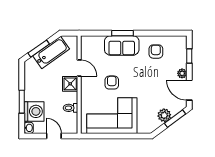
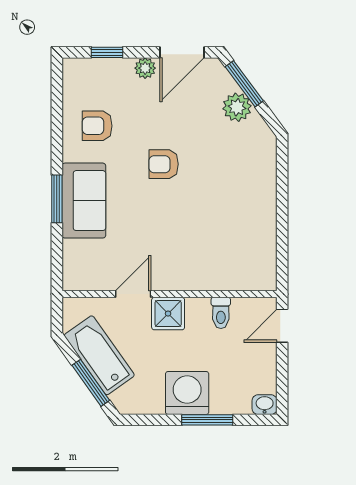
armchair: (112, 83) -> (164, 164), moved
washing machine: (34, 111) -> (187, 393), moved
corner sofa: (112, 116) -> (238, 222), removed
door: (54, 136) -> (282, 326), moved

